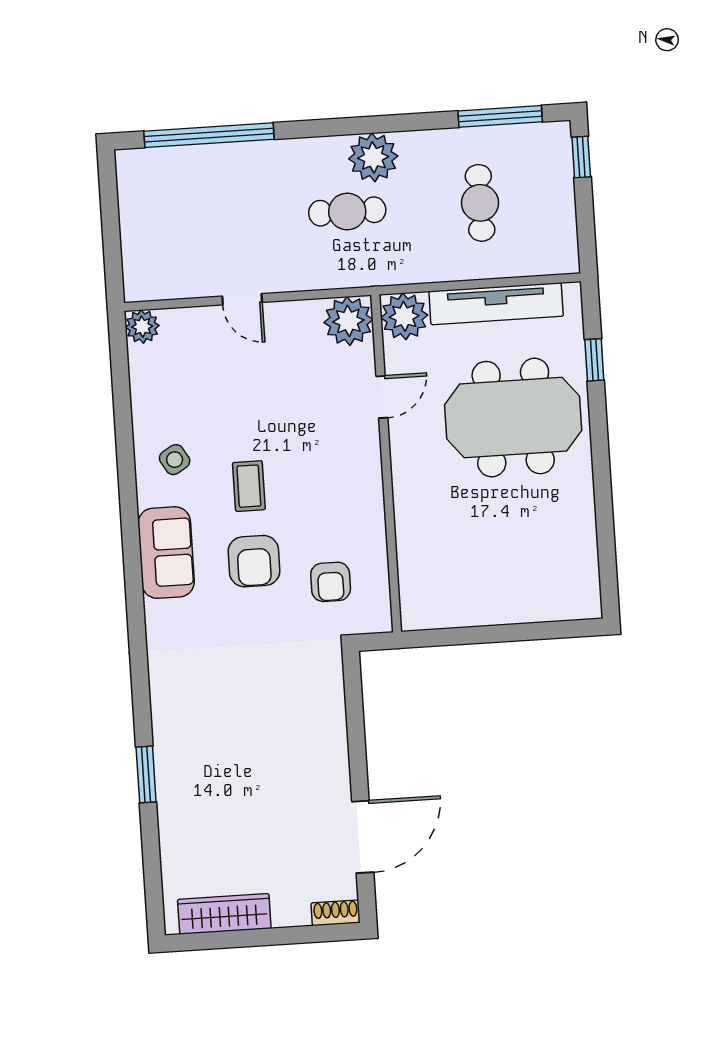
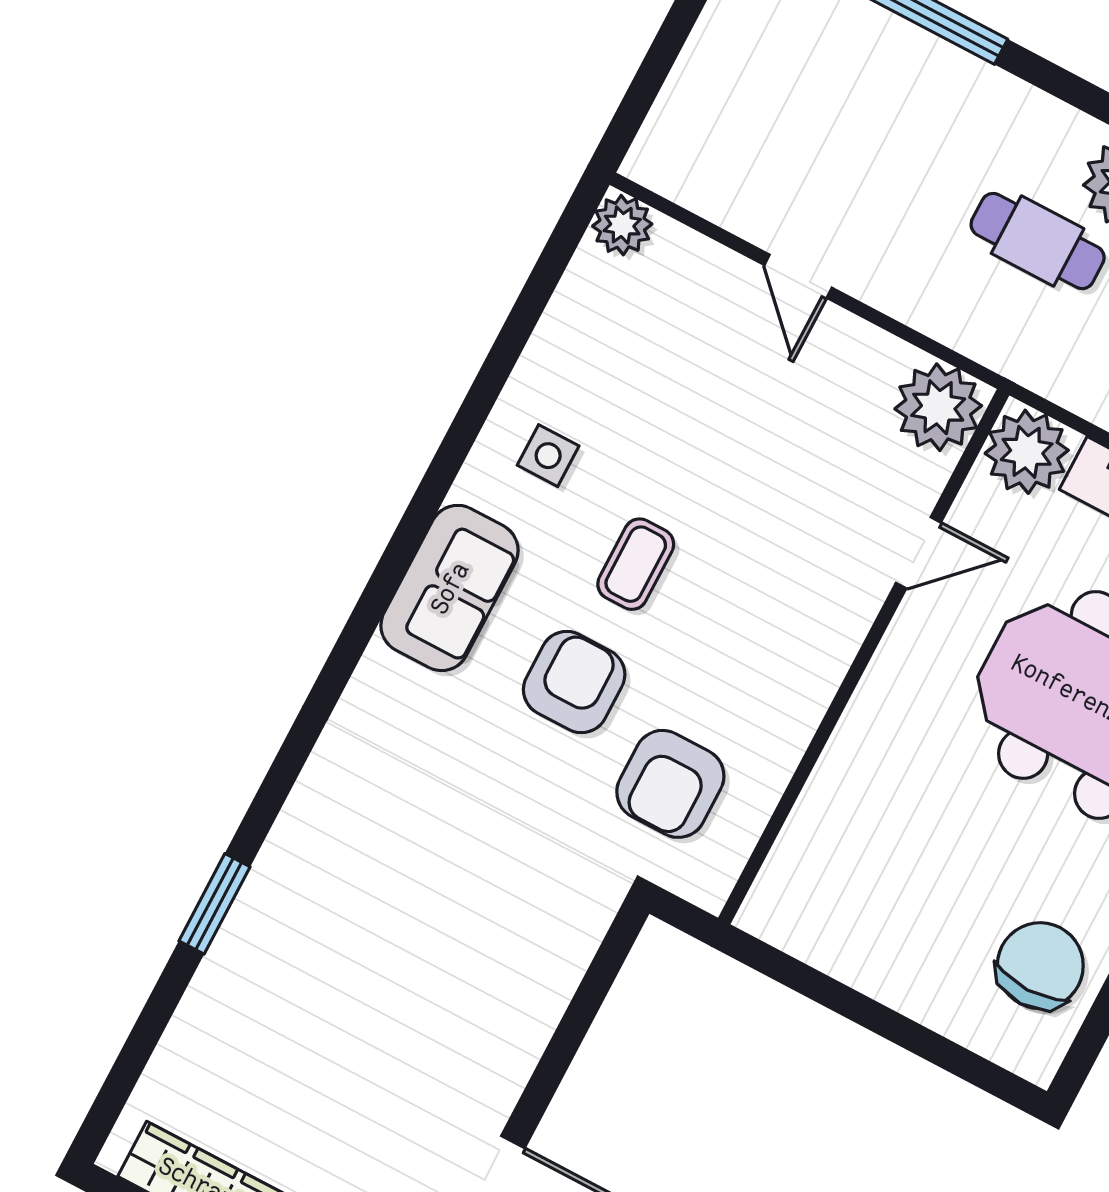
side table: (175, 460) -> (548, 456), turned 31
chair: (563, 560) -> (1040, 966), added
armchair: (254, 561) -> (574, 682), turned 180
armchair: (331, 582) -> (670, 784), width x1.38, depth x1.38

